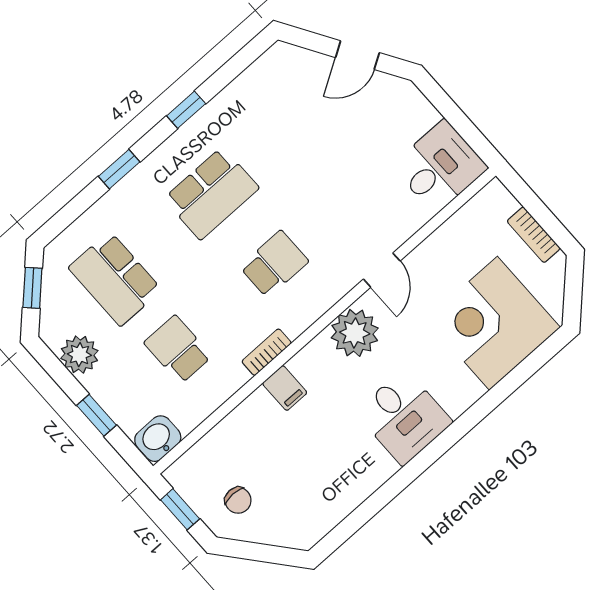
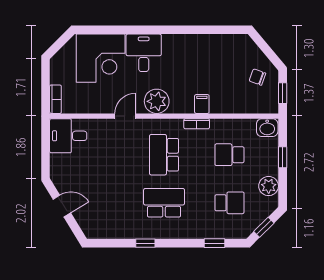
window: (119, 169) -> (215, 243), moved
bookcase: (534, 235) -> (55, 99), moved
school desk: (274, 264) -> (164, 155), width x1.85
school desk: (115, 279) -> (229, 203), width x0.54
school desk: (178, 349) -> (229, 155), turned 90
desk: (404, 417) -> (144, 53), moved
chair: (238, 500) -> (257, 77), turned -70

